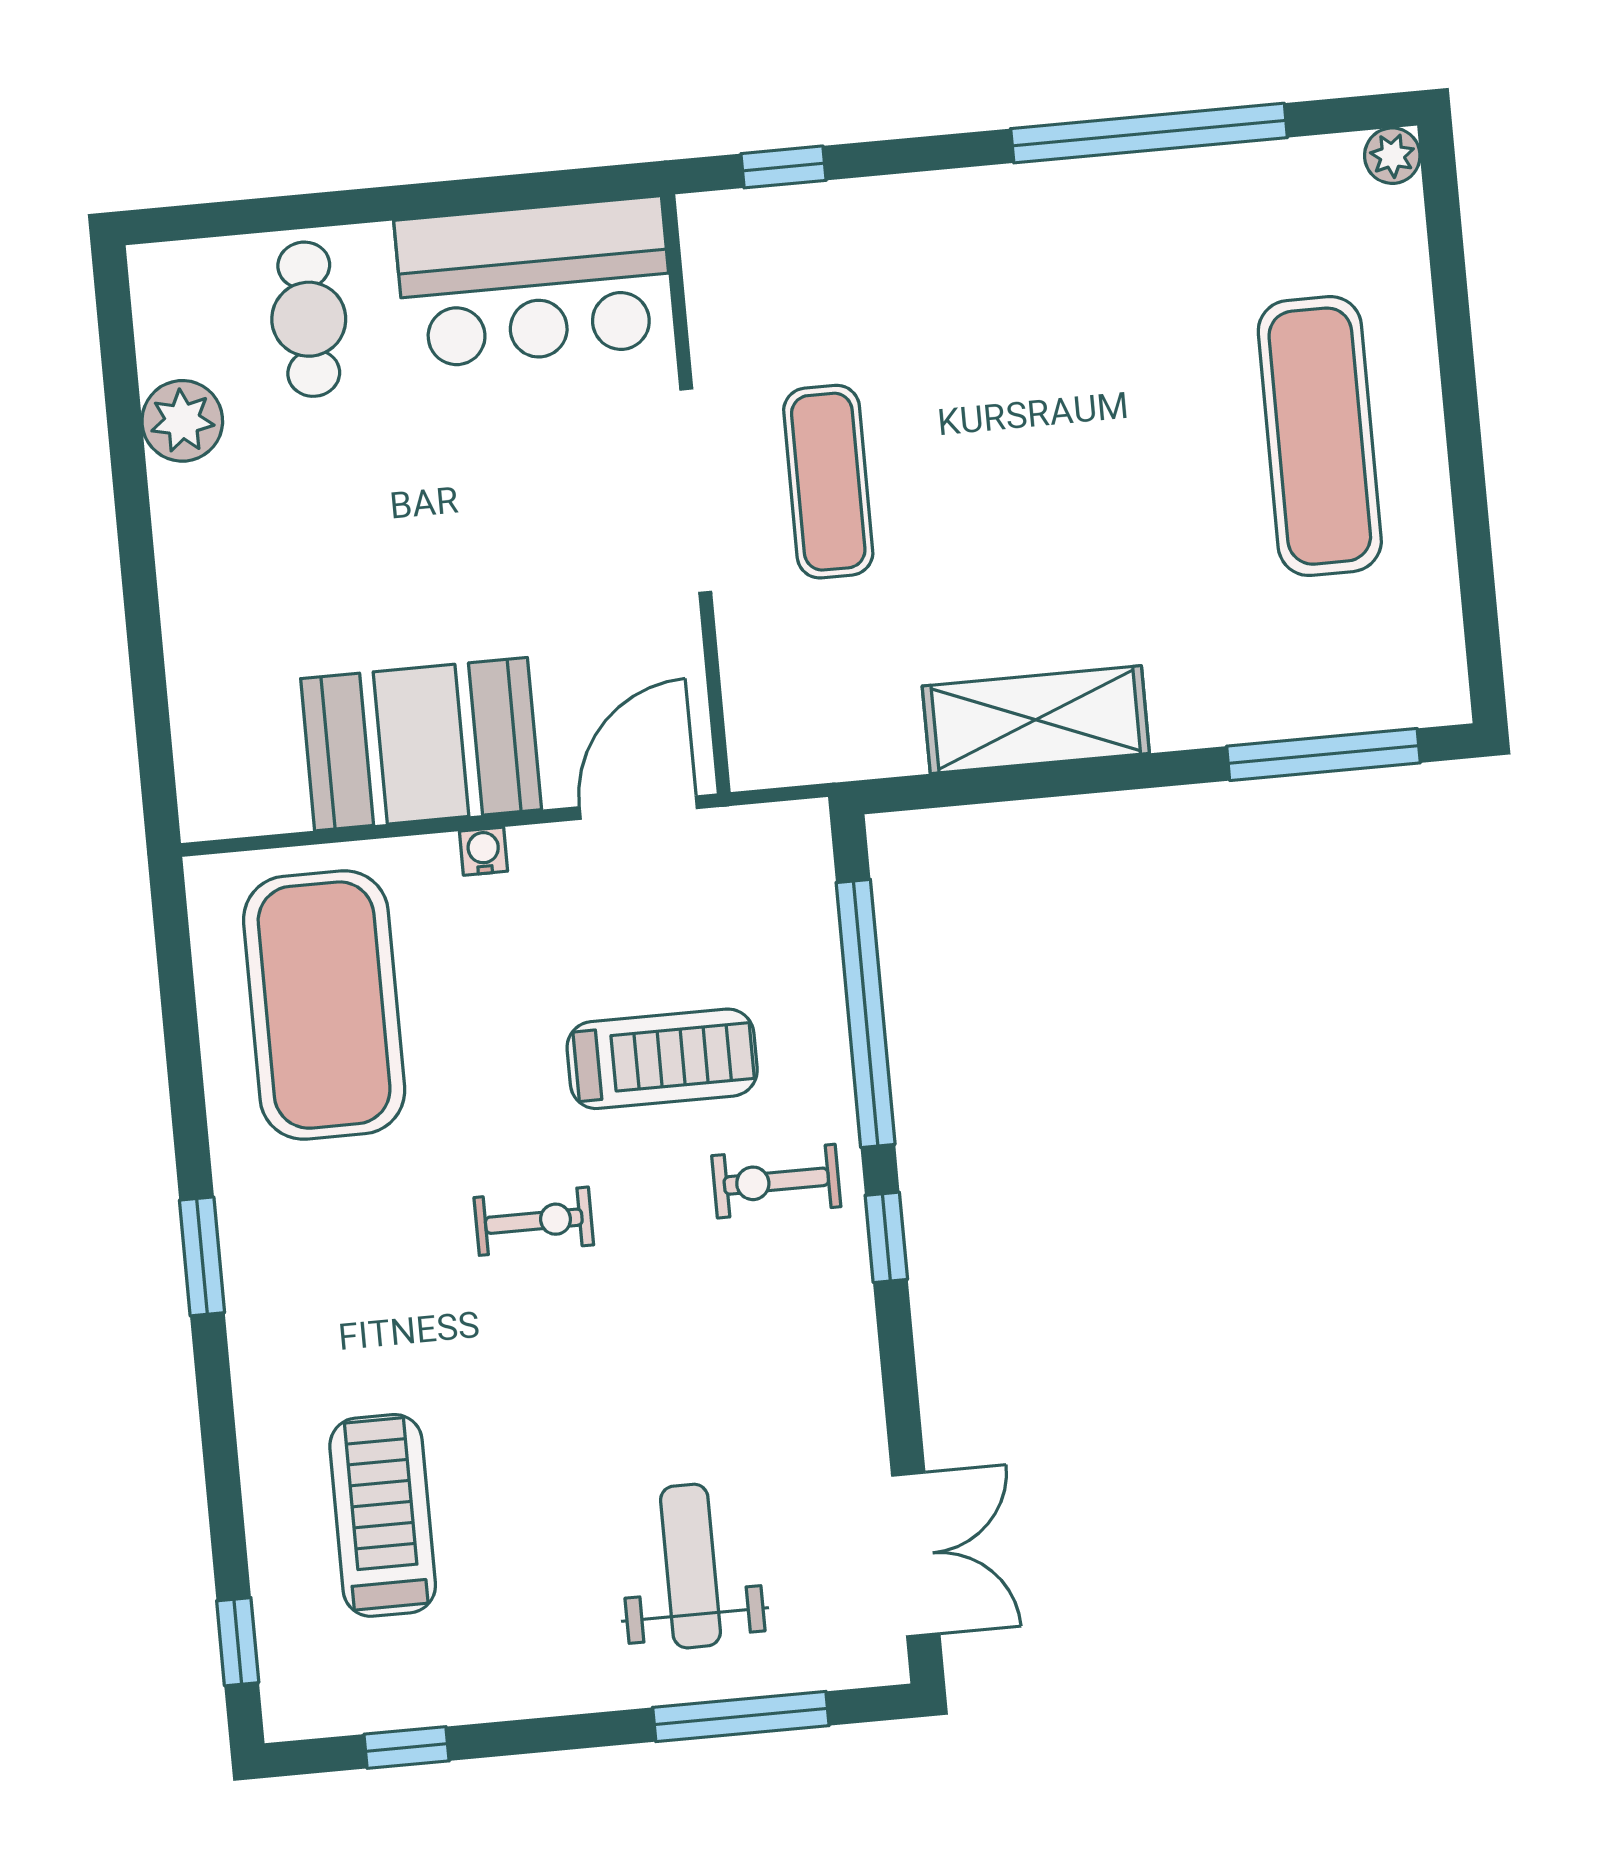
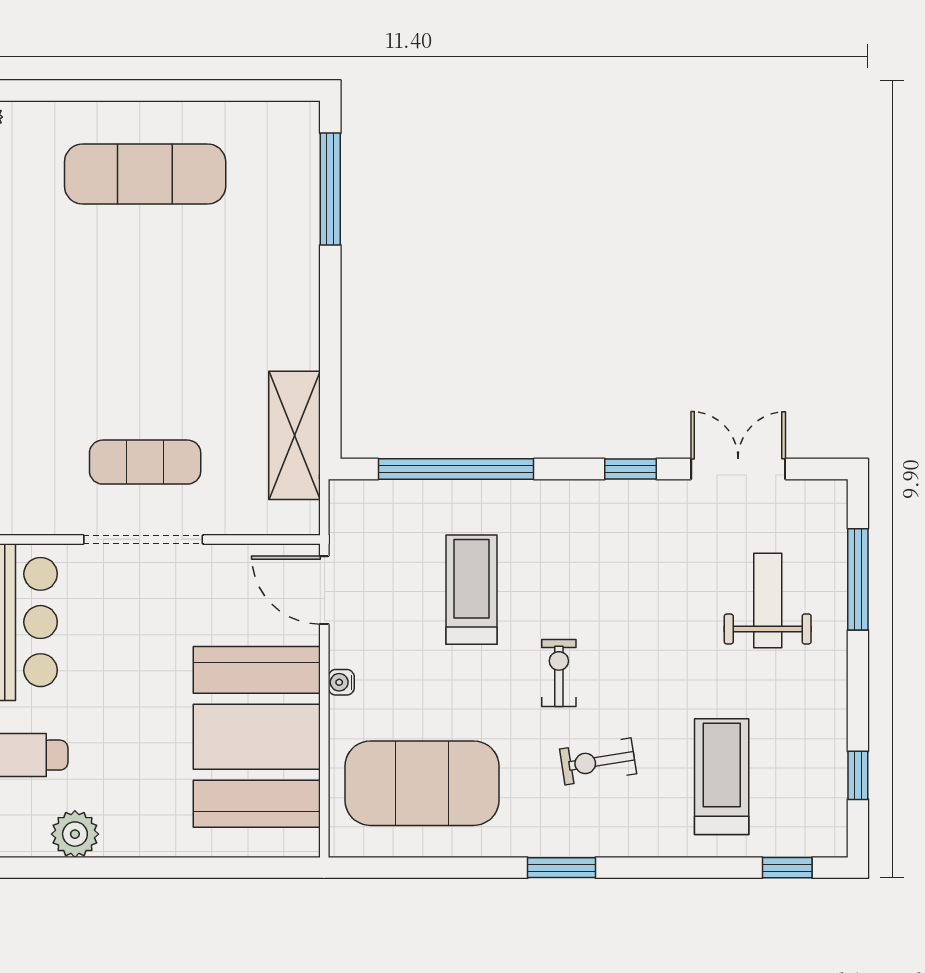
shelving: (1036, 720) -> (295, 435), moved
booth: (421, 744) -> (257, 737), width x1.36, depth x1.42
exercise bike: (776, 1181) -> (598, 761), moved, turned 81
window: (886, 1237) -> (630, 469), moved
treadmill: (383, 1515) -> (722, 777), turned 90
double door: (916, 1555) -> (738, 469), moved
weight bench: (691, 1566) -> (768, 601), turned 90

